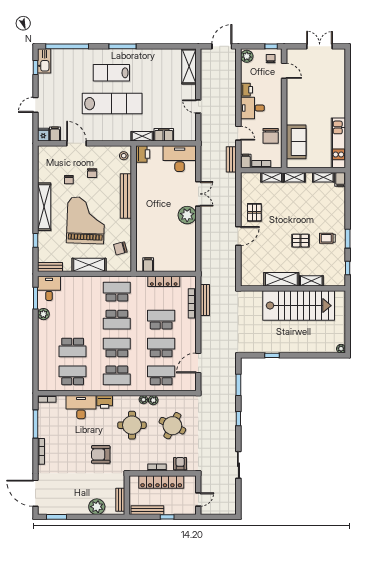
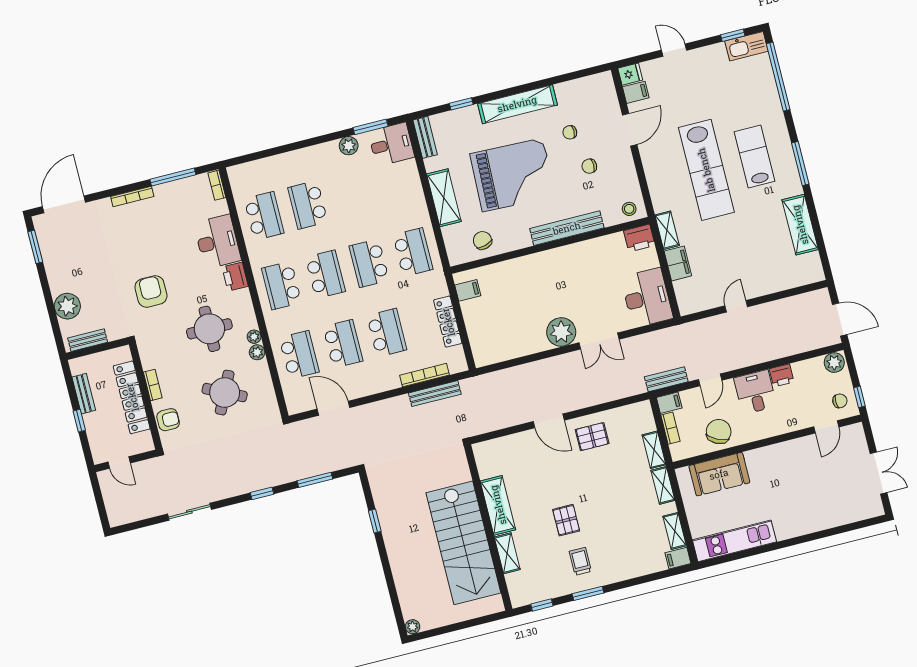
shelving: (189, 66) -> (800, 225), moved, turned 90
chair: (271, 136) -> (719, 432), turned 116
bench: (147, 510) -> (84, 394), width x0.73

